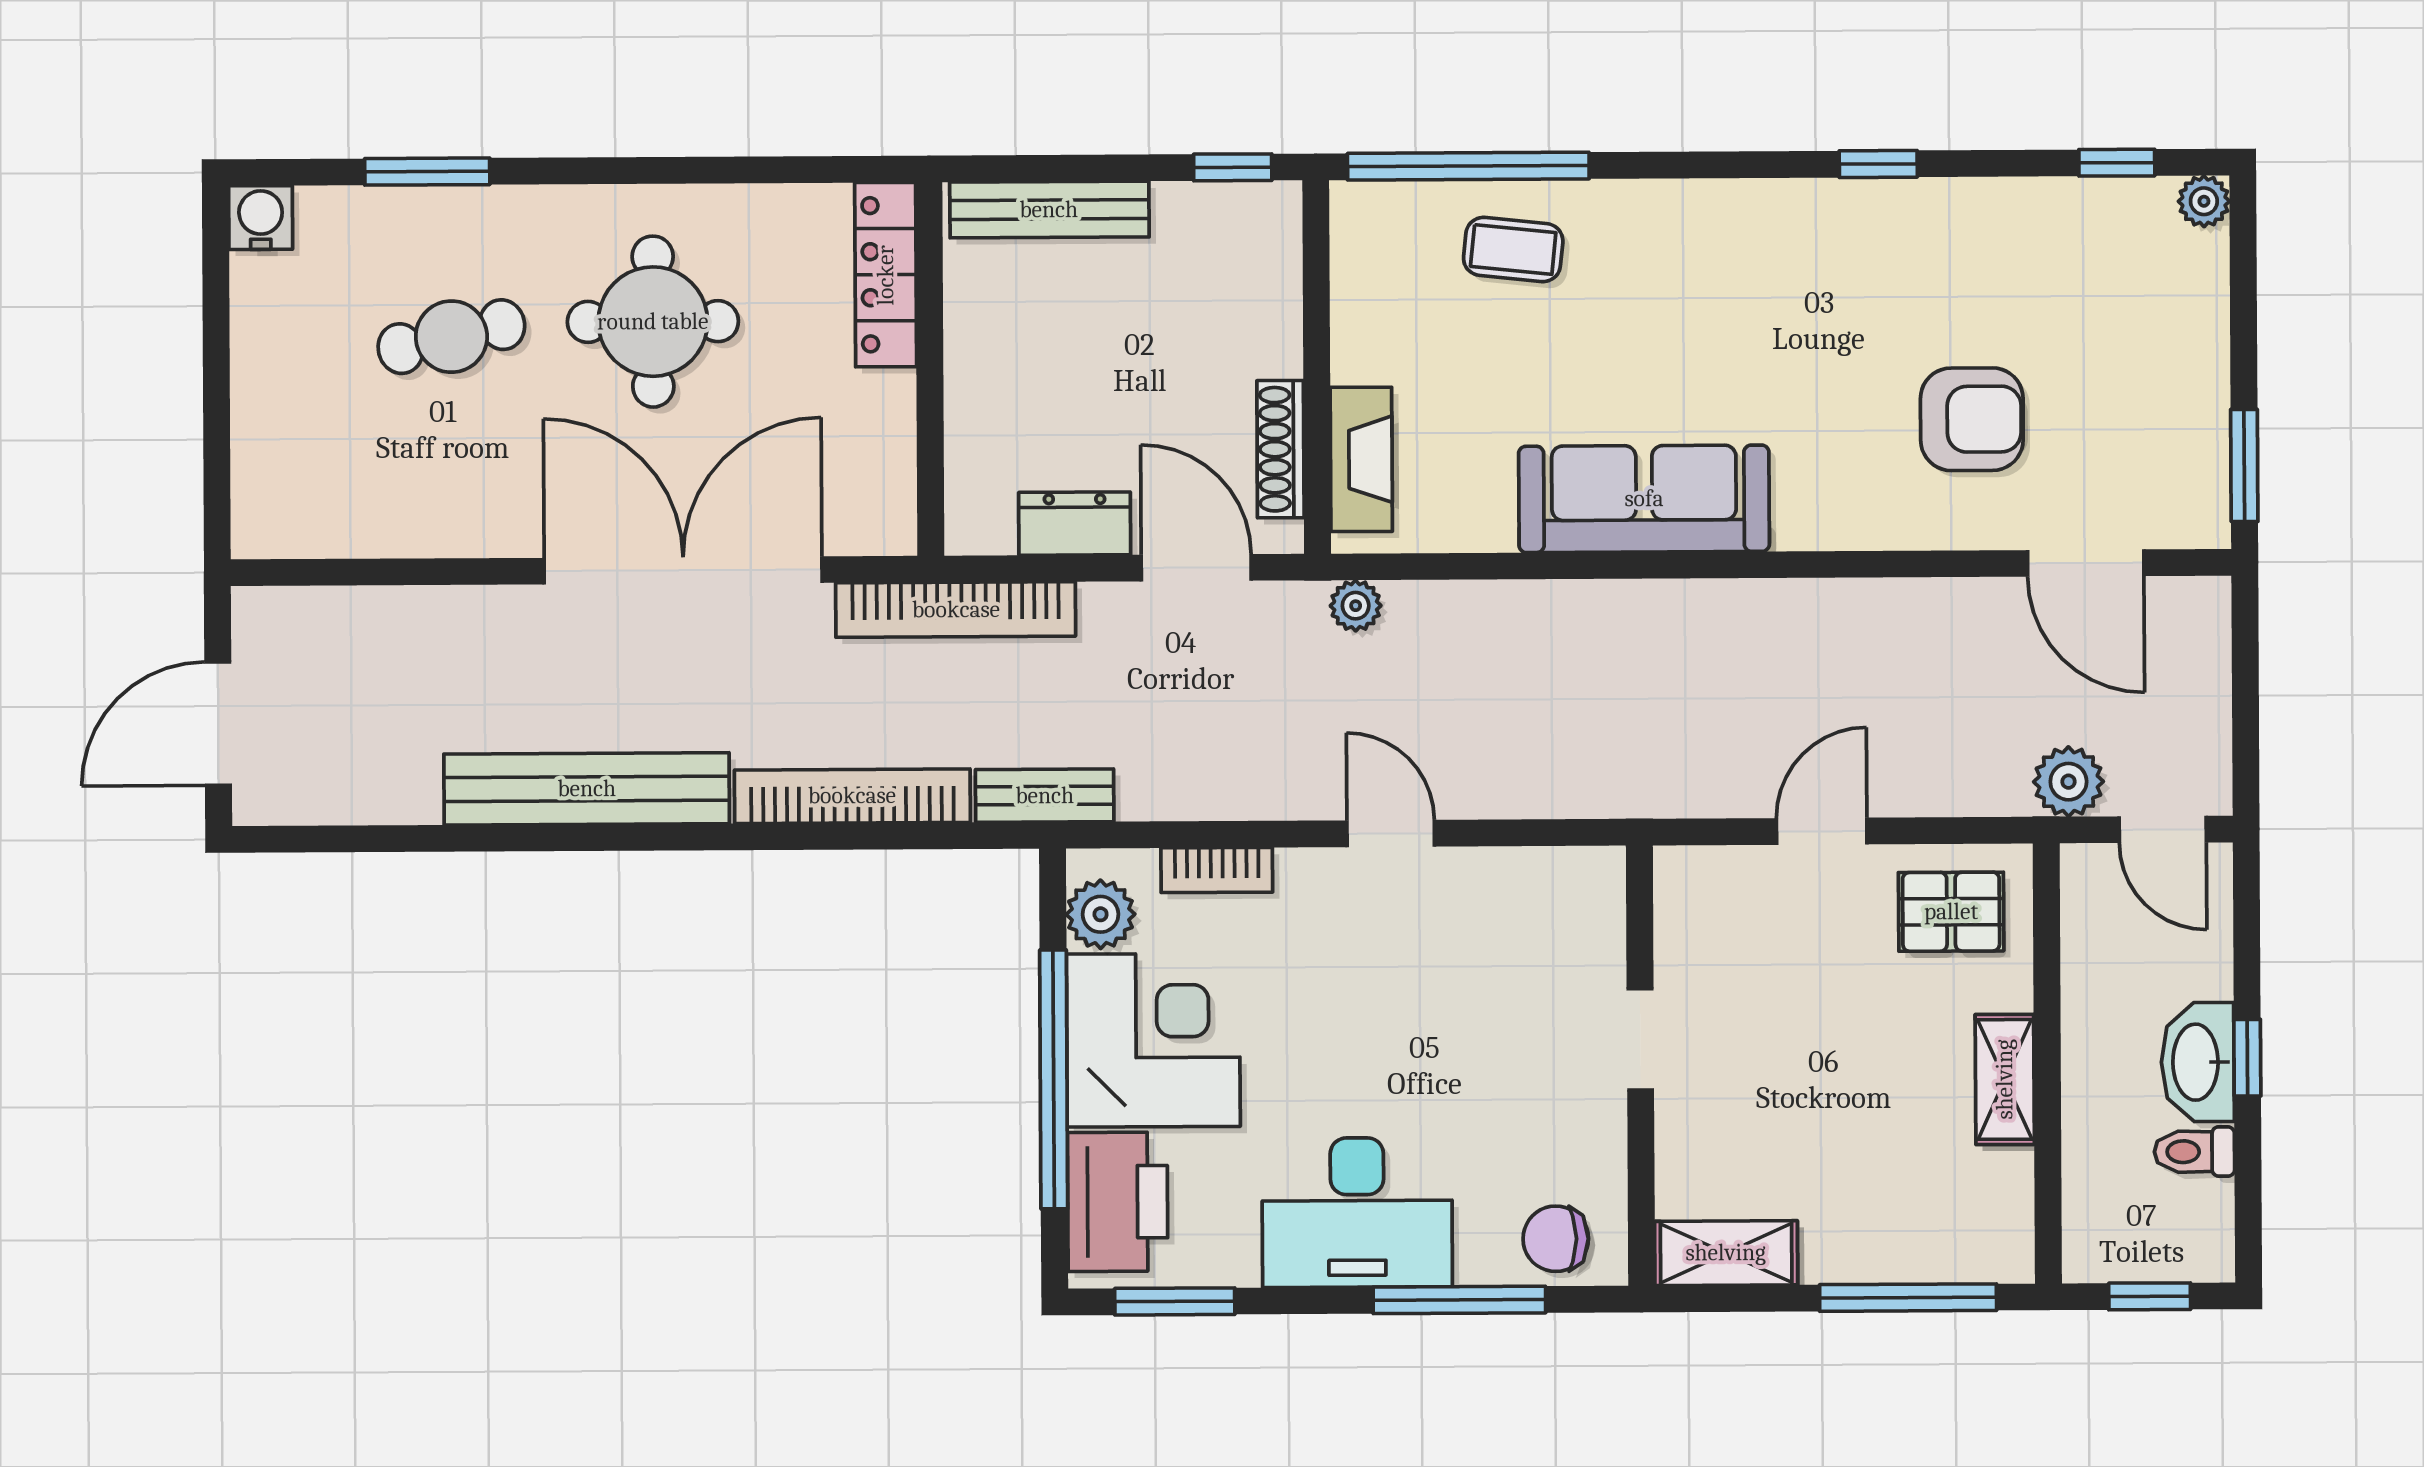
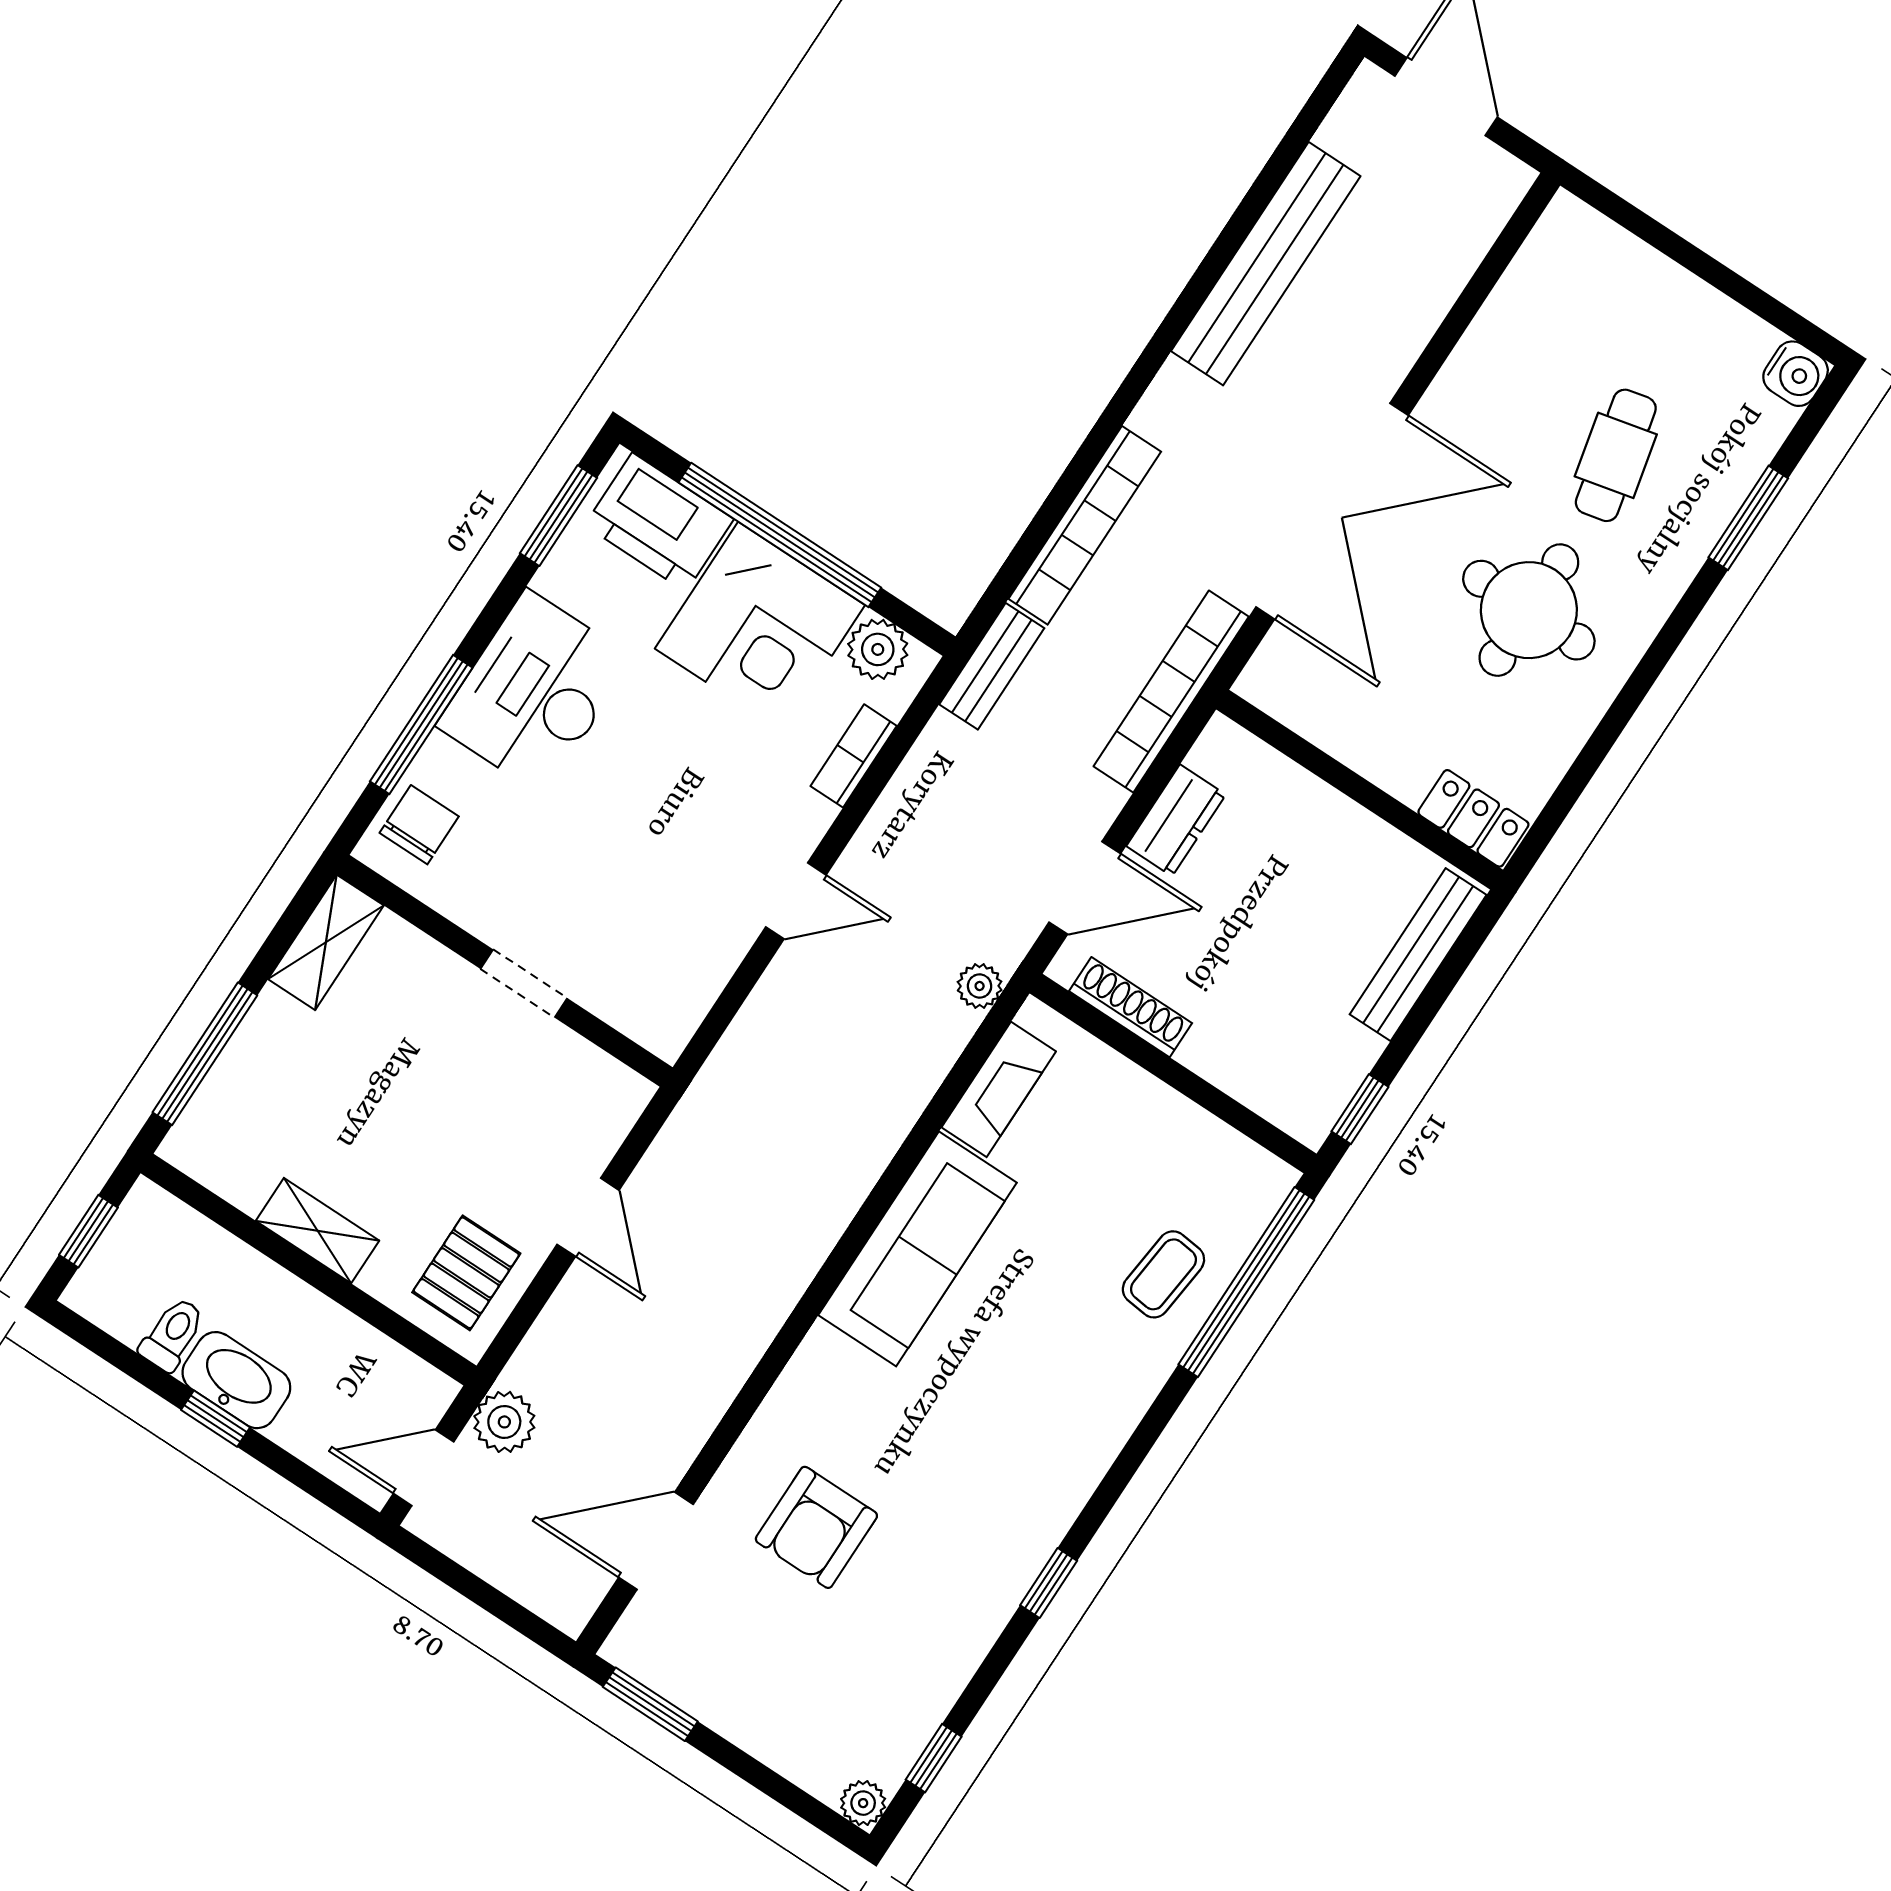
locker: (886, 275) -> (1473, 818), width x0.66
fireplace: (1361, 459) -> (999, 1089), moved, turned -90
bench: (587, 789) -> (1266, 264), moved

